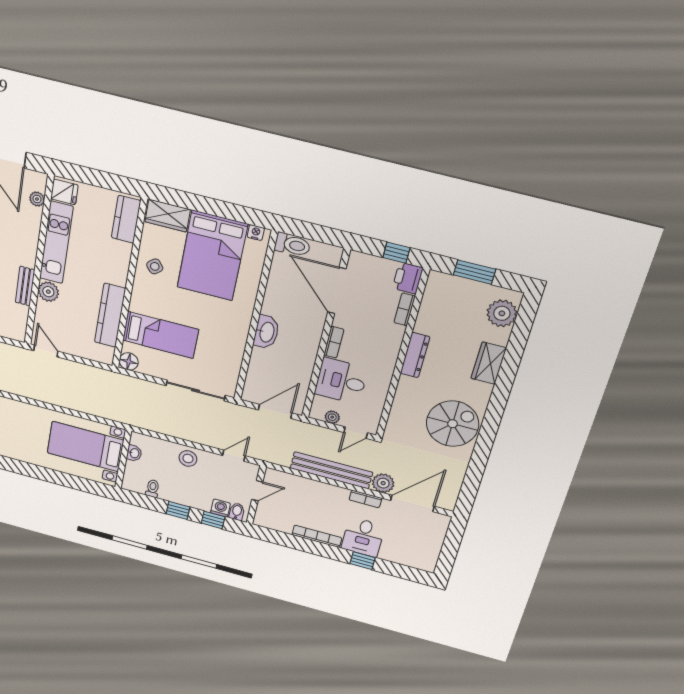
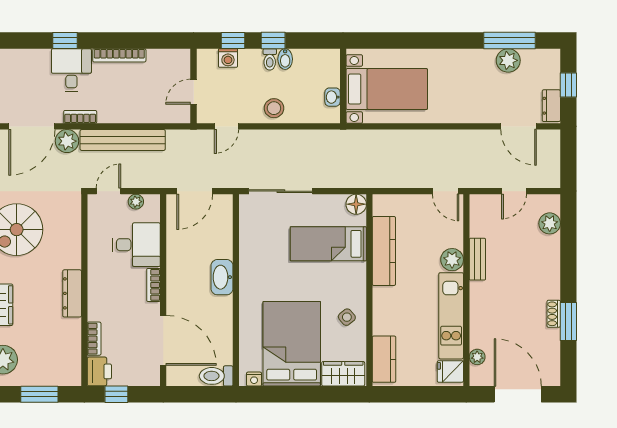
toilet: (152, 488) -> (270, 59), moved
bidet: (237, 512) -> (285, 59), moved

